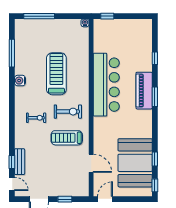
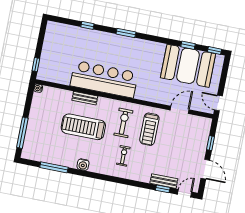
bench: (84, 70) -> (85, 98), added
piano: (144, 91) -> (118, 43), removed

